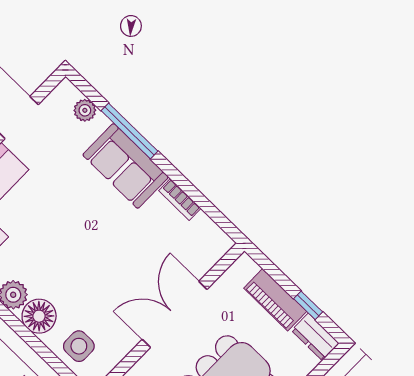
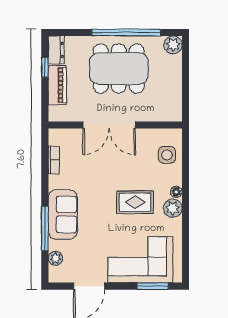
bookcase: (180, 199) -> (54, 160), moved
rug: (61, 259) -> (135, 202), added
floor lamp: (39, 316) -> (176, 192), width x0.53, depth x0.53

